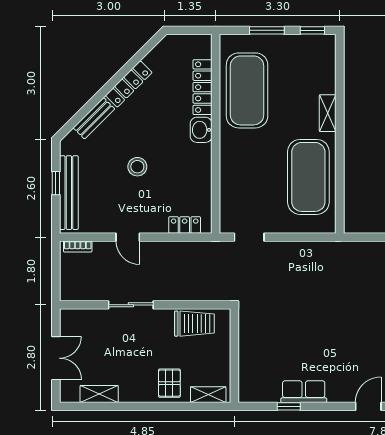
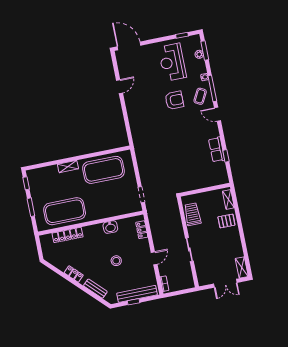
locker: (129, 84) -> (74, 274), width x0.66
washbasin: (201, 130) -> (110, 227), moved
double door: (56, 358) -> (225, 283), swing flipped
shelving: (99, 394) -> (242, 267), moved

